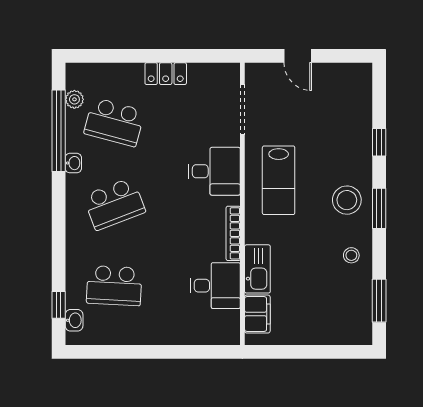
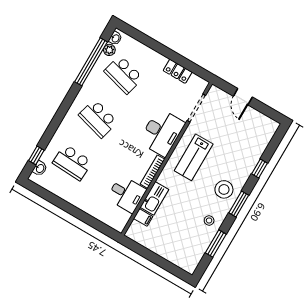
locker: (166, 74) -> (178, 71), moved
washbasin: (73, 163) -> (115, 38), moved
desk: (214, 171) -> (162, 132), width x1.37
school desk: (114, 204) -> (98, 119), turned 36
window: (379, 301) -> (216, 243), moved
filing cabinet: (257, 314) -> (143, 217), width x0.50

